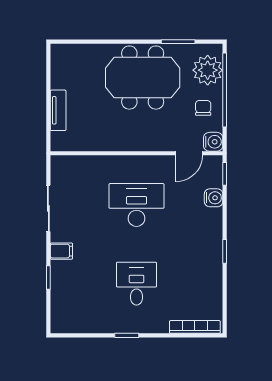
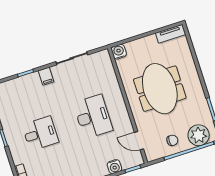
meeting table: (143, 78) -> (160, 89), moved
tv unit: (58, 110) -> (171, 34), moved
water cooler: (213, 142) -> (119, 52), moved, turned 180

